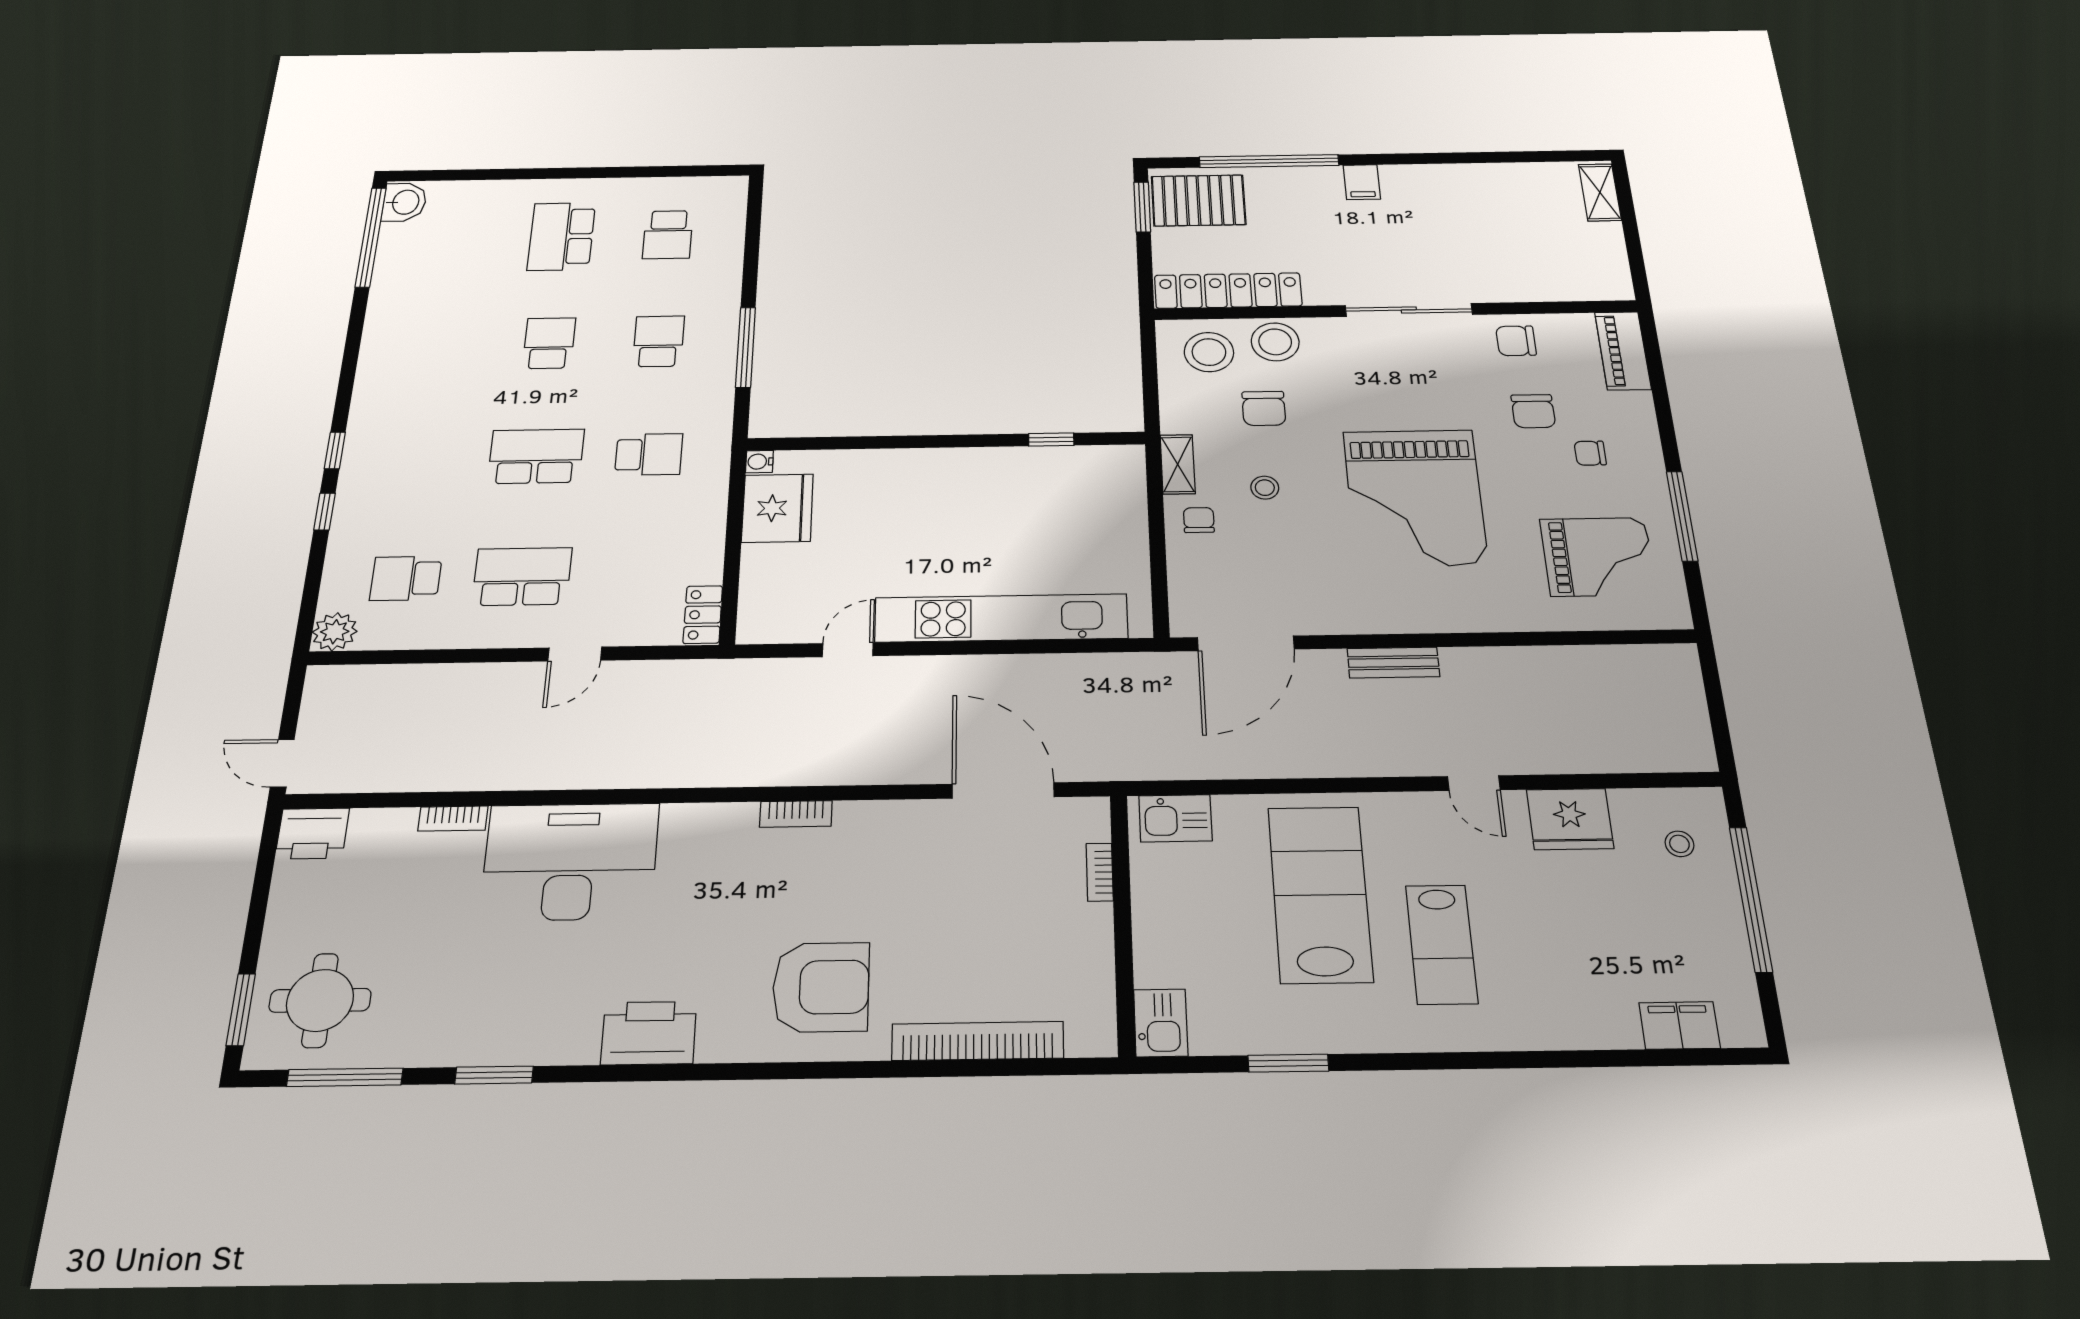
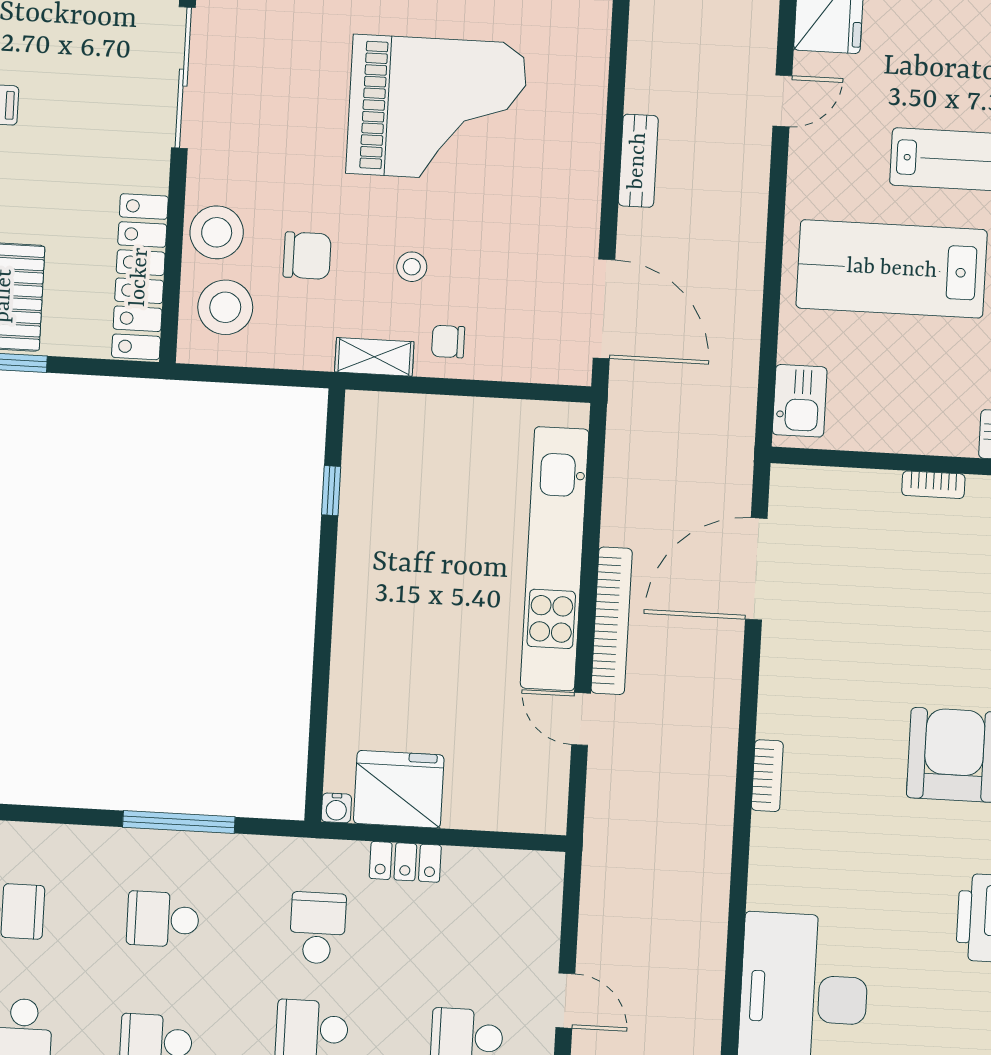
locker: (703, 615) -> (405, 862), moved
bookcase: (944, 669) -> (612, 621), added
bookcase: (1100, 872) -> (933, 485), moved

